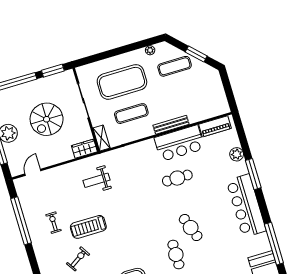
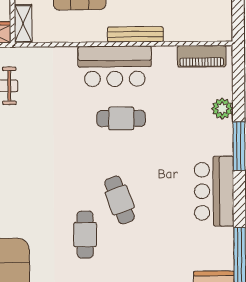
bar counter: (179, 143) -> (115, 66), moved
bar counter: (246, 206) -> (214, 191), width x0.73

